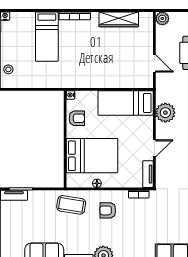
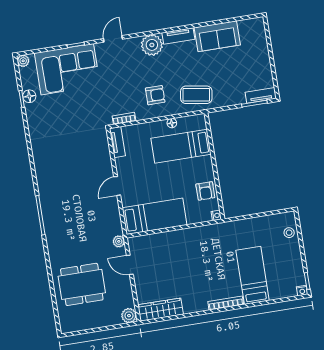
wardrobe: (119, 19) -> (160, 310), moved
plant: (165, 113) -> (119, 241), moved, width x0.53, depth x0.53
armchair: (77, 118) -> (205, 191), turned -90
door: (154, 148) -> (117, 186), moved
bed: (92, 156) -> (181, 146), width x0.67

